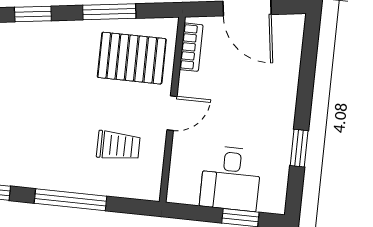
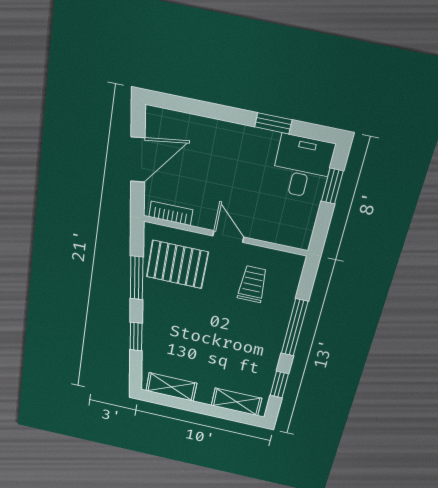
pallet: (132, 58) -> (177, 264), turned 90
desk: (231, 178) -> (302, 167), moved, turned -90

